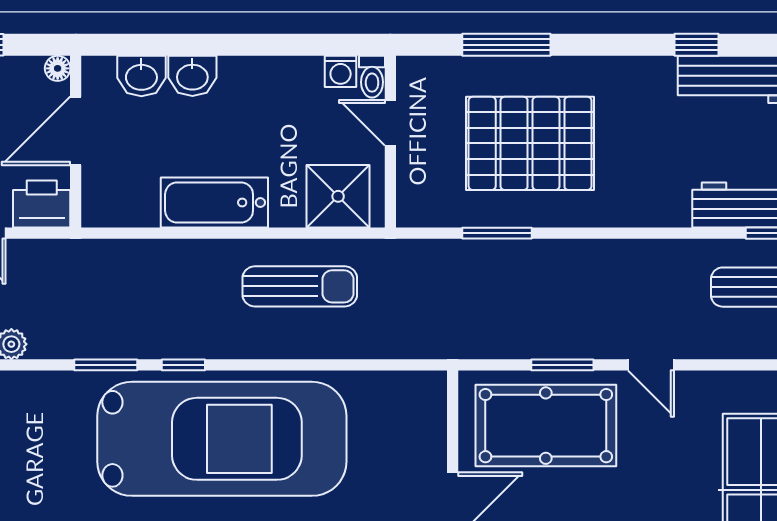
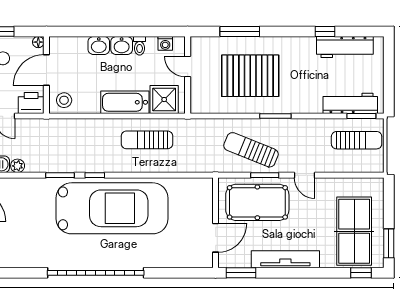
washbasin: (141, 76) -> (122, 46), moved
toilet: (372, 77) -> (140, 46), moved
stool: (115, 198) -> (64, 100), added
bathtub: (214, 202) -> (125, 102), moved
window: (497, 233) -> (275, 116), moved
sun lounger: (300, 286) -> (147, 140), turned 180
sun lounger: (532, 308) -> (251, 150), added

